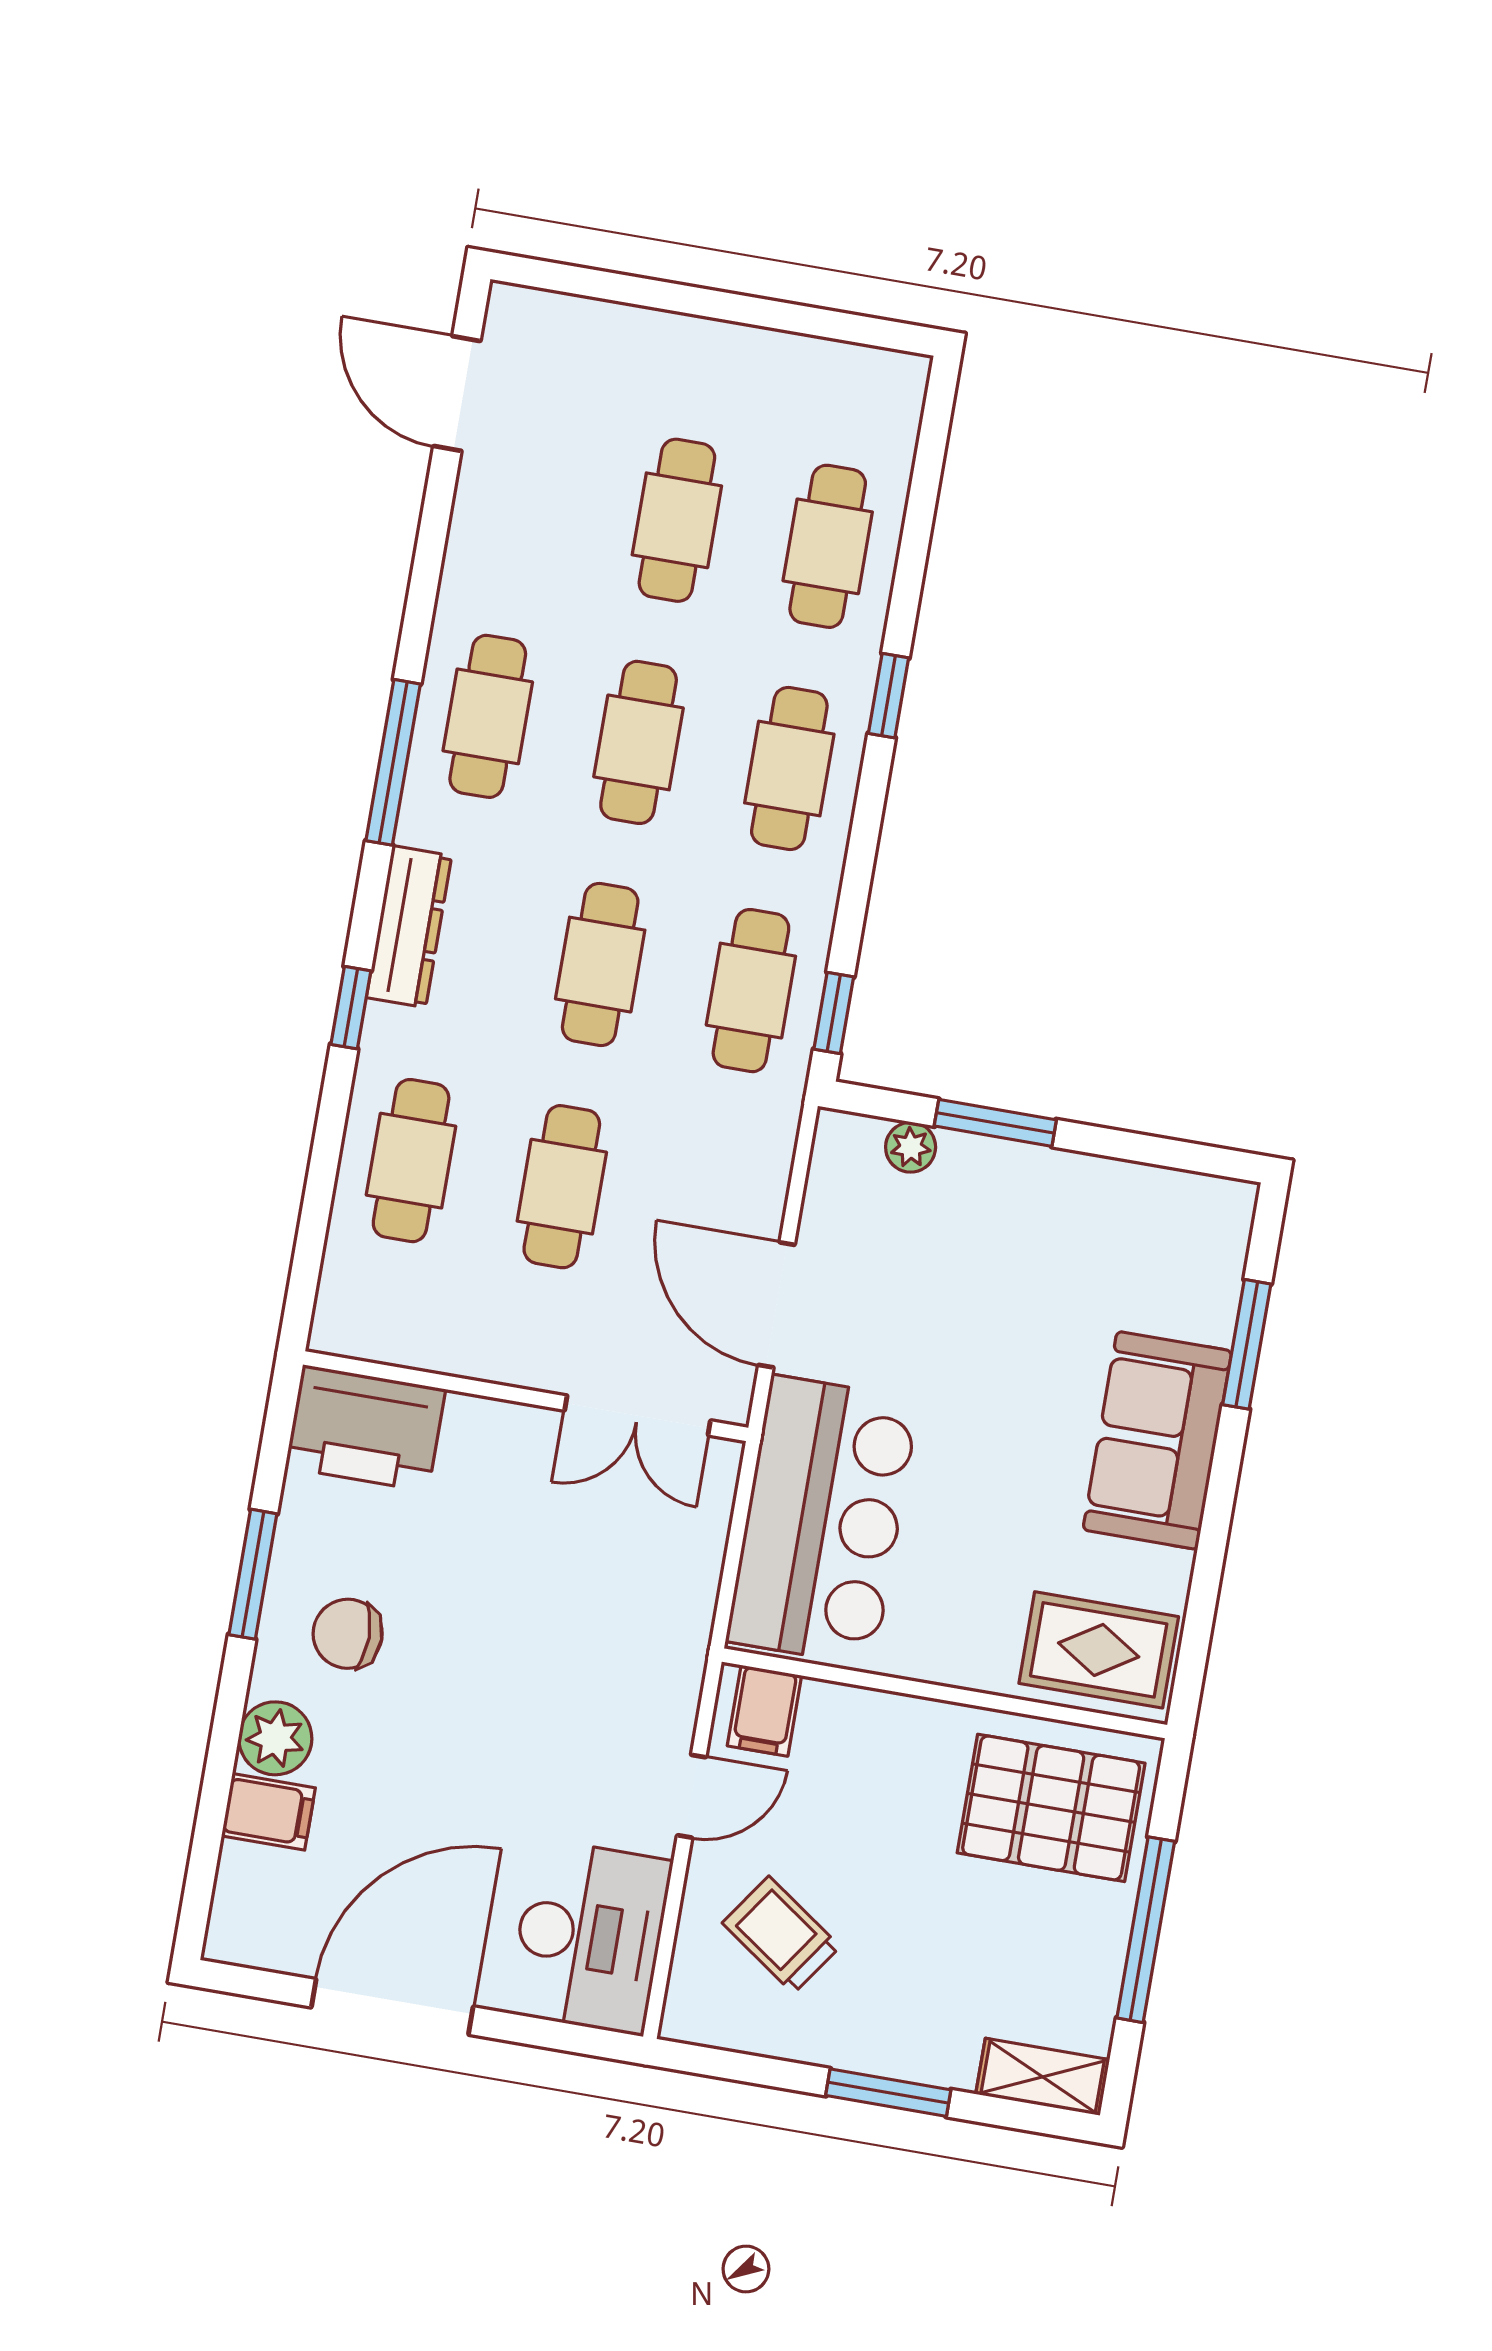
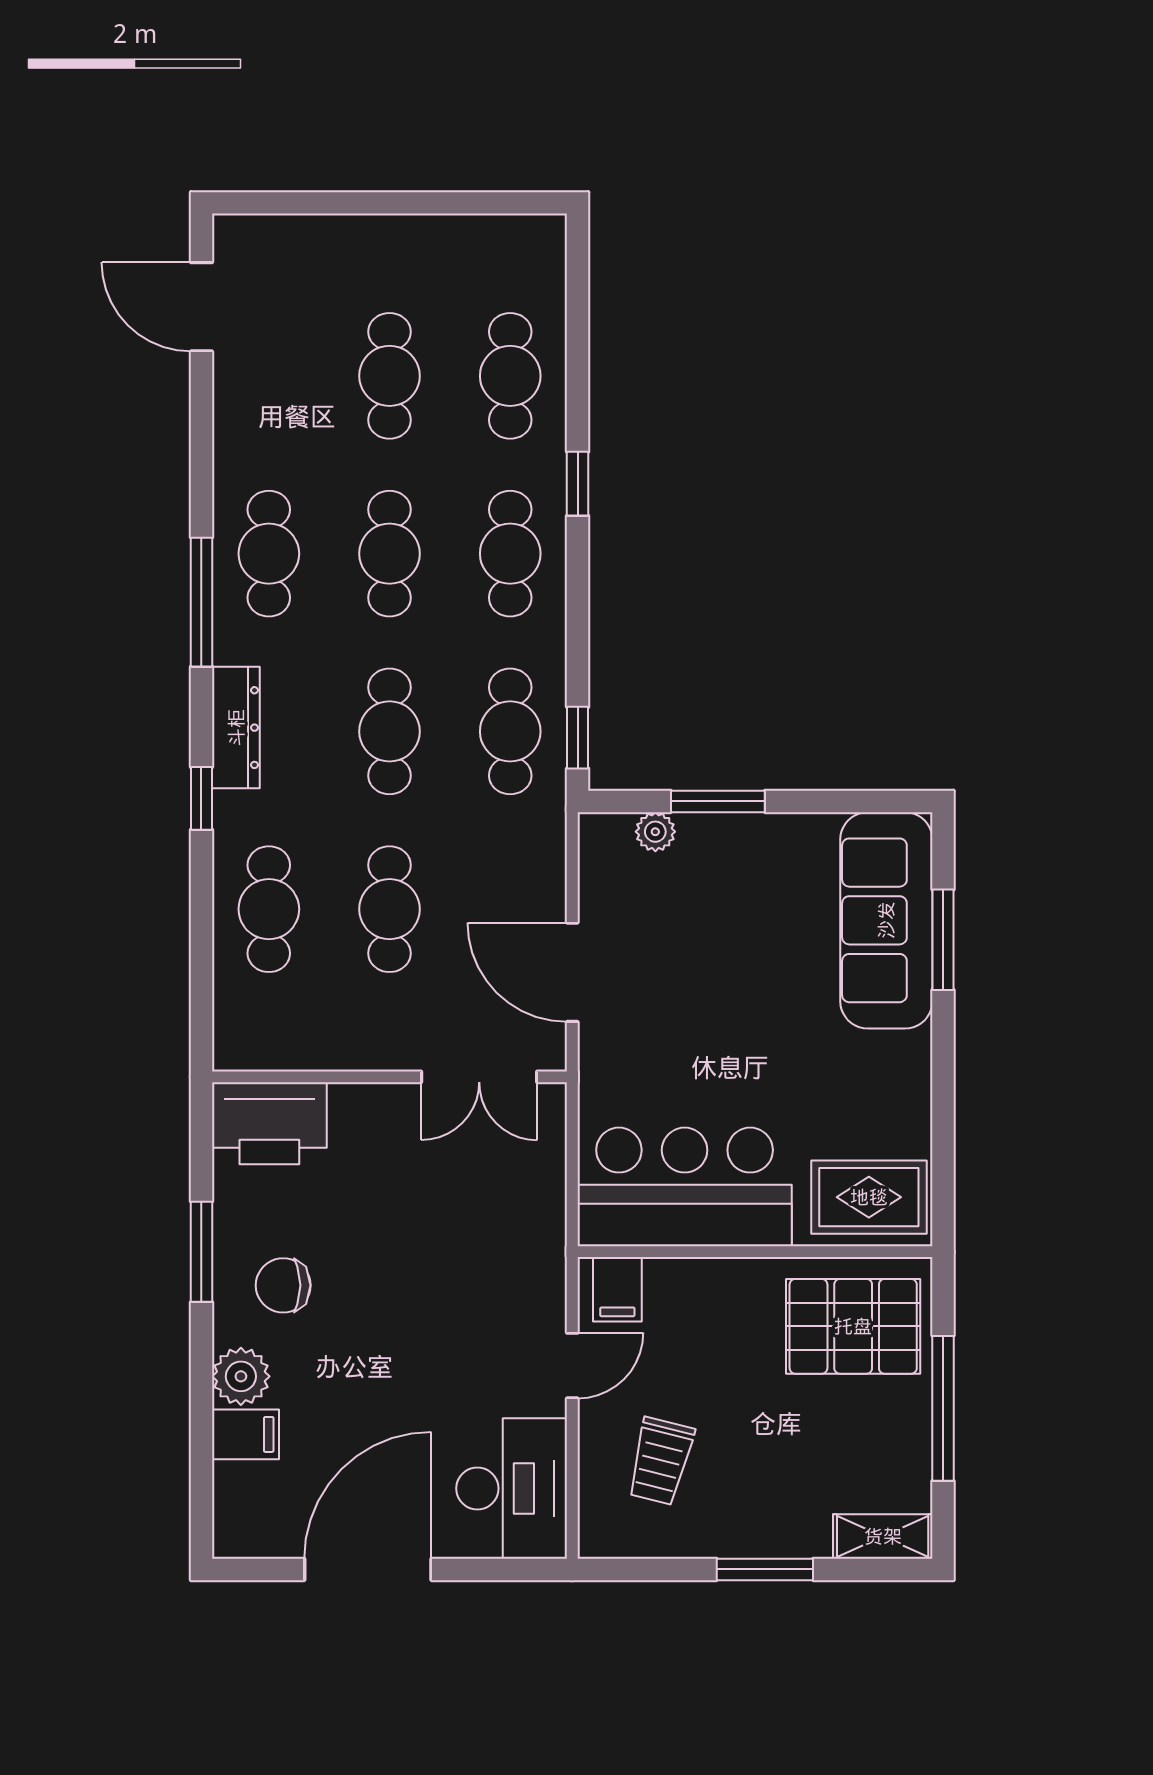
sofa: (1157, 1440) -> (886, 920), moved, width x1.36
bar counter: (823, 1520) -> (685, 1187), moved, turned -90
trolley: (781, 1935) -> (660, 1461), turned -111

